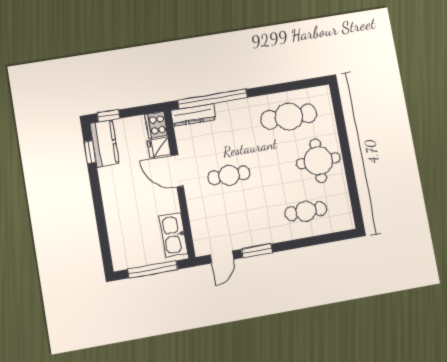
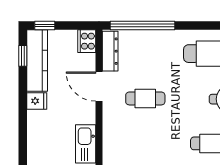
dresser: (193, 115) -> (110, 51), moved, turned -90
kitchen counter: (104, 143) -> (37, 60), width x1.50
fridge: (159, 148) -> (37, 101), moved, turned 180

